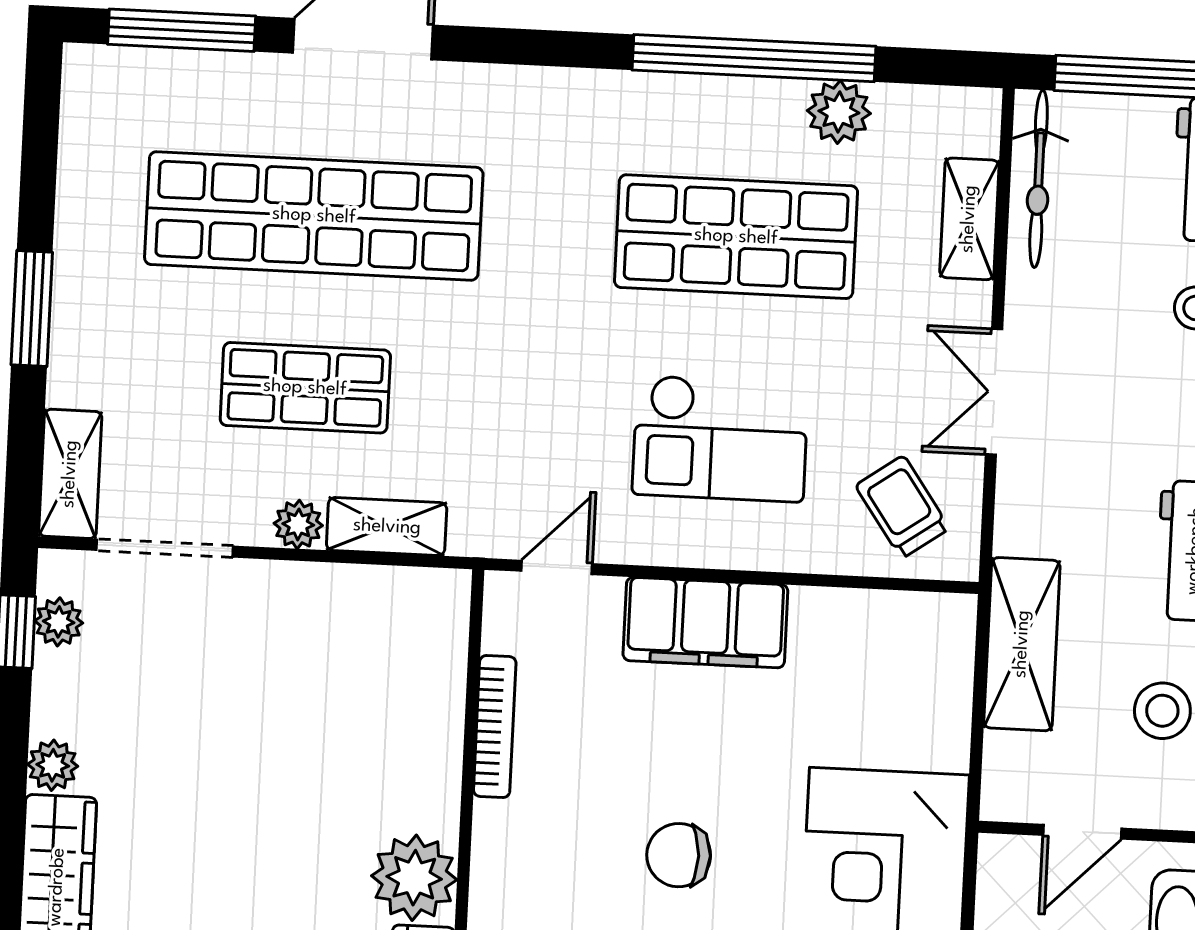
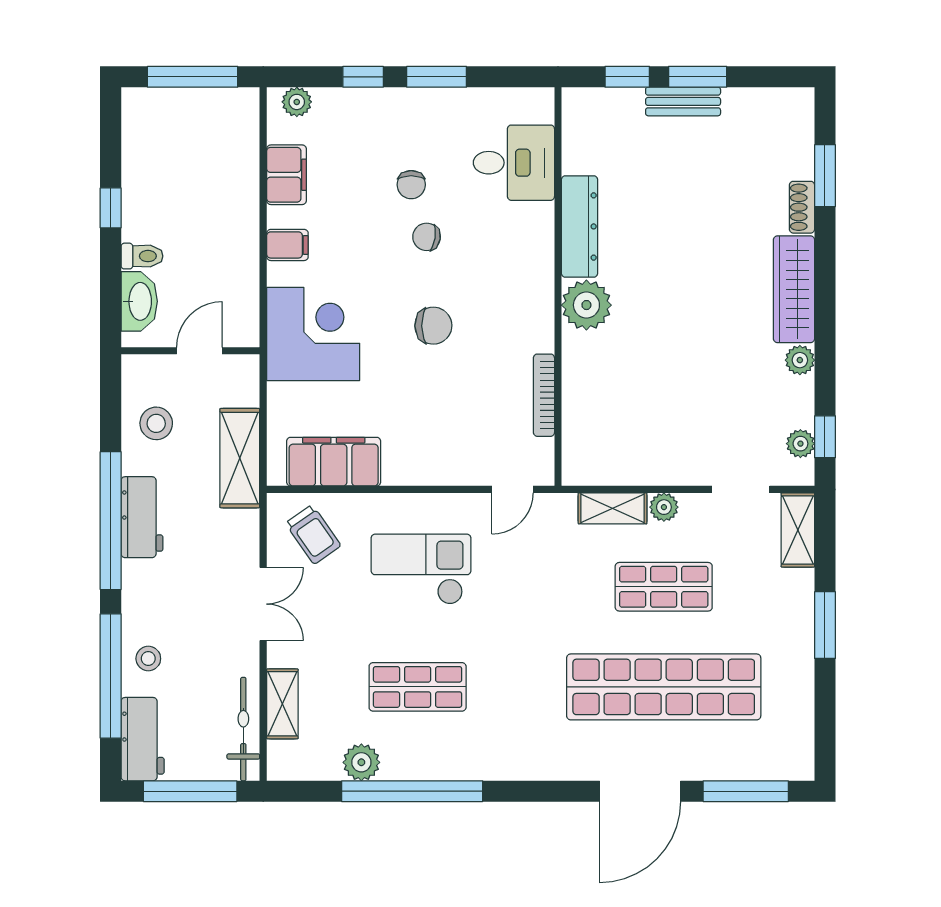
shop shelf: (736, 237) -> (418, 687), width x0.70, depth x0.74
doorway: (165, 548) -> (741, 489), width x0.73
filing cabinet: (705, 623) -> (334, 462), moved

